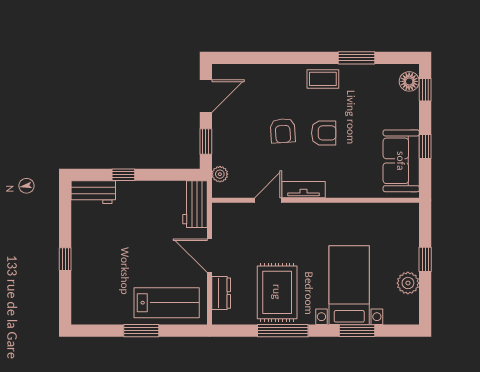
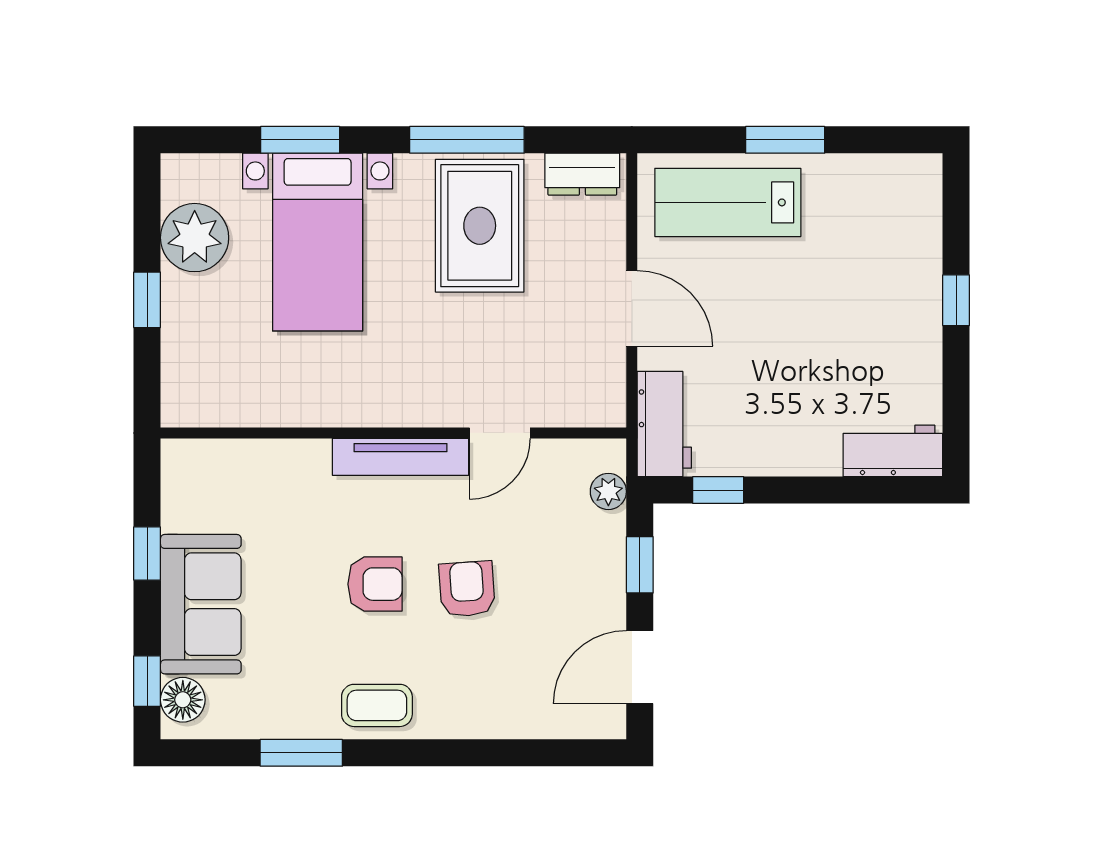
armchair: (324, 133) -> (375, 584), turned 180
sofa: (401, 161) -> (201, 604), moved
window: (123, 175) -> (718, 490), moved
tv unit: (304, 190) -> (400, 457), width x1.41
plant: (408, 283) -> (195, 238), width x1.36, depth x1.36
dresser: (221, 293) -> (582, 174), moved, turned -90

